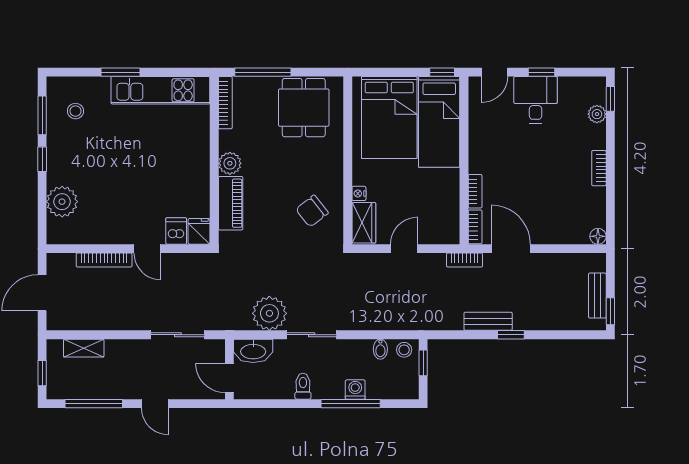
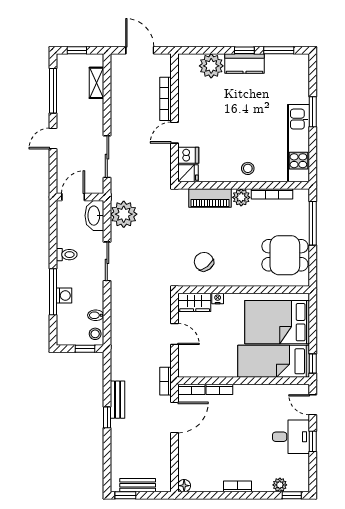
bookcase: (225, 103) -> (272, 194), moved
stool: (75, 111) -> (248, 168), moved
kitchen counter: (59, 159) -> (244, 64), added
plant: (269, 313) -> (124, 214), moved

